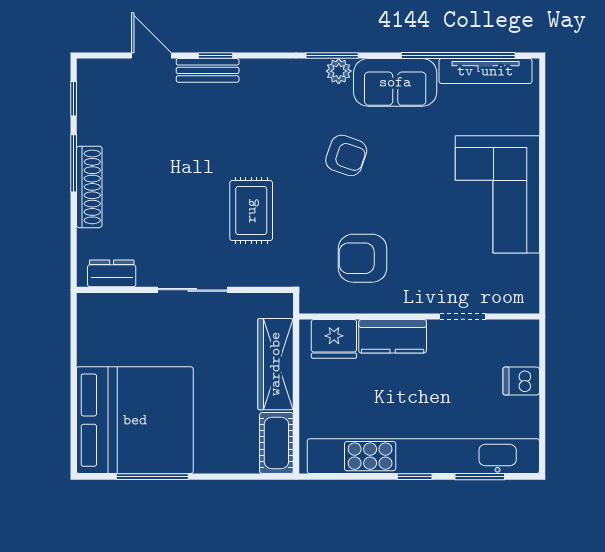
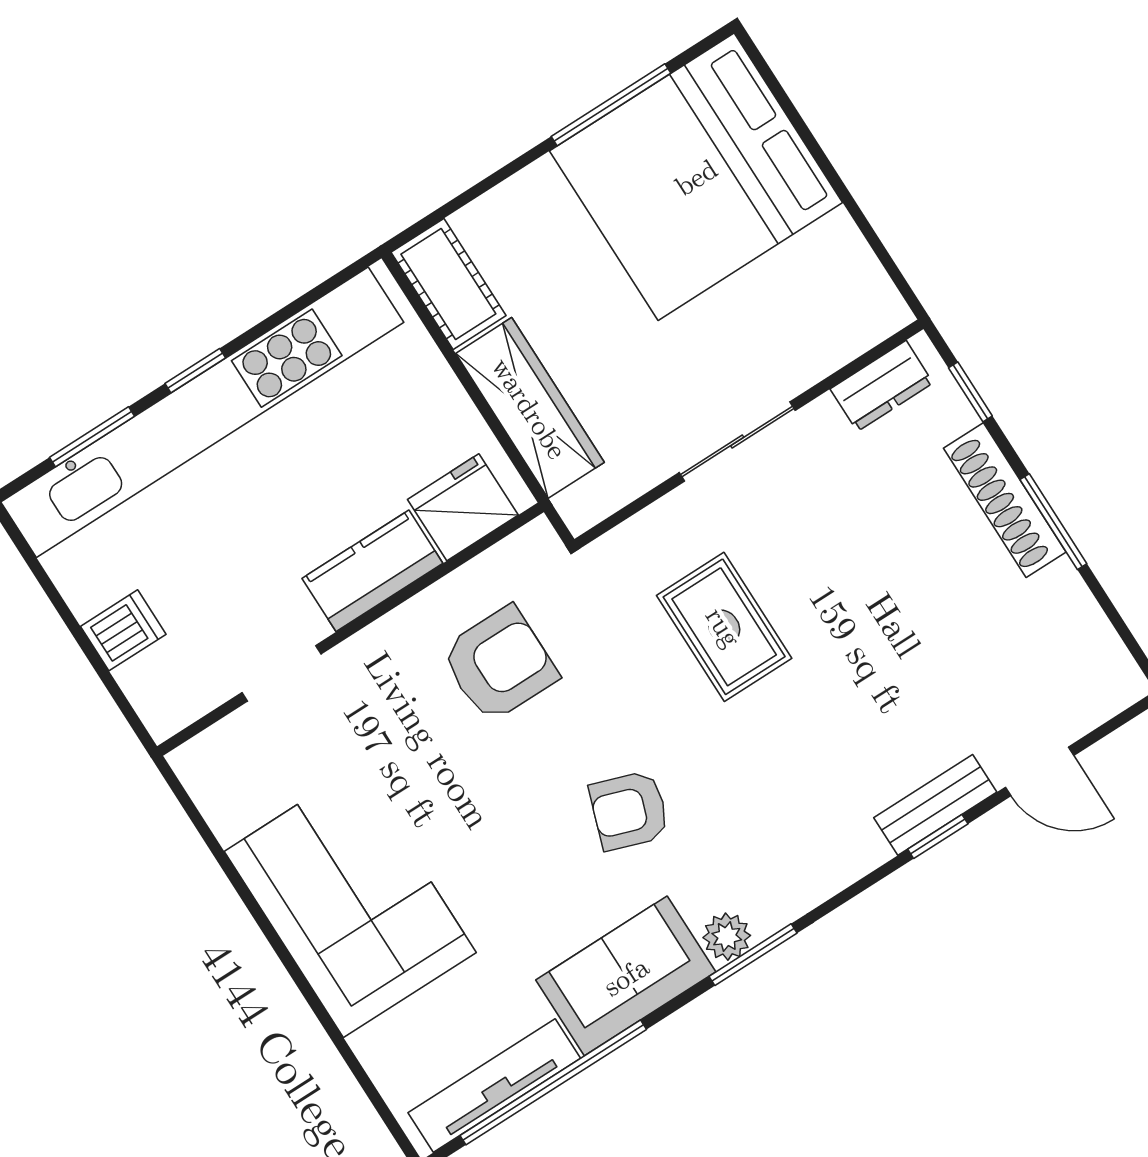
window: (74, 99) -> (970, 392), moved

